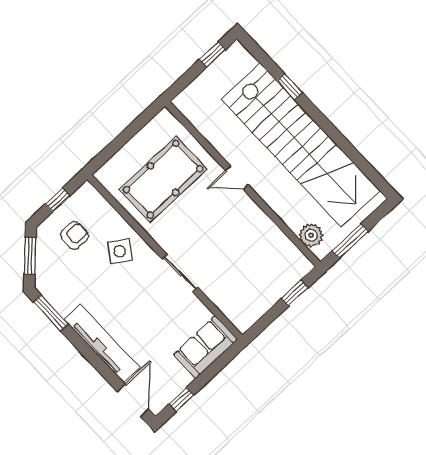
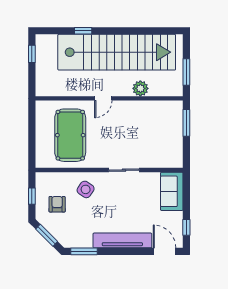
plant: (311, 235) -> (140, 88), moved
window: (295, 293) -> (186, 123), width x1.50

